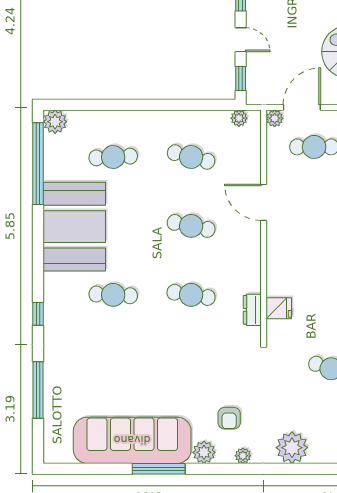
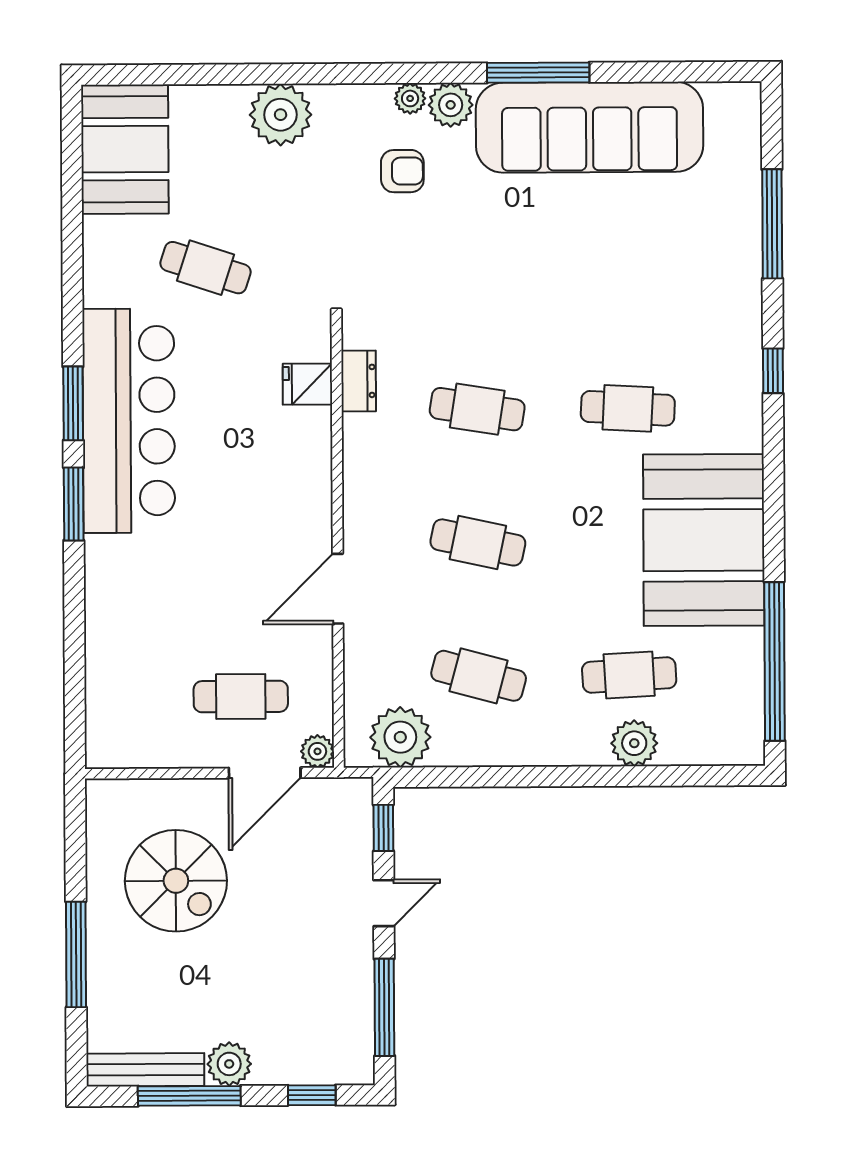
door: (241, 40) -> (384, 903), swing flipped
plant: (239, 118) -> (400, 737), width x1.88, depth x1.88
plant: (55, 122) -> (634, 743), moved
door: (264, 202) -> (338, 589), swing flipped
armchair: (229, 418) -> (402, 171), turned 90
plant: (243, 456) -> (410, 98), moved

